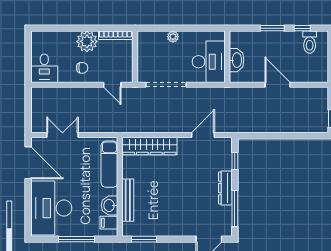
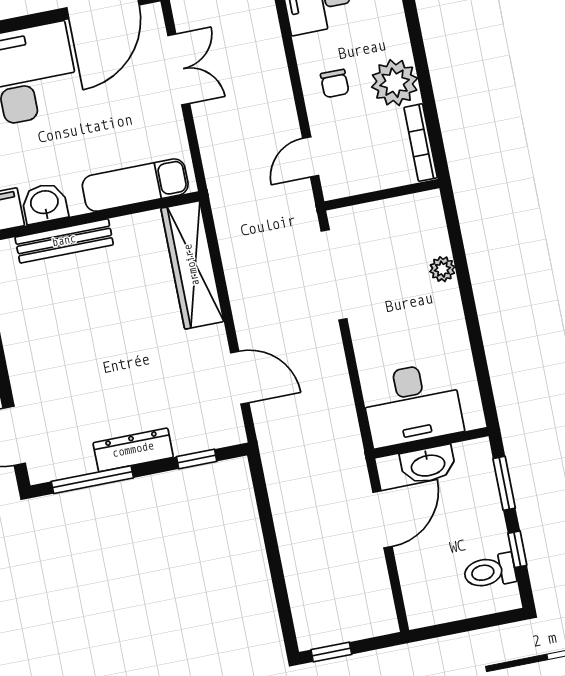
wall: (227, 57) -> (431, 443), moved
washbasin: (236, 60) -> (428, 465), moved
desk: (209, 62) -> (412, 404), moved

